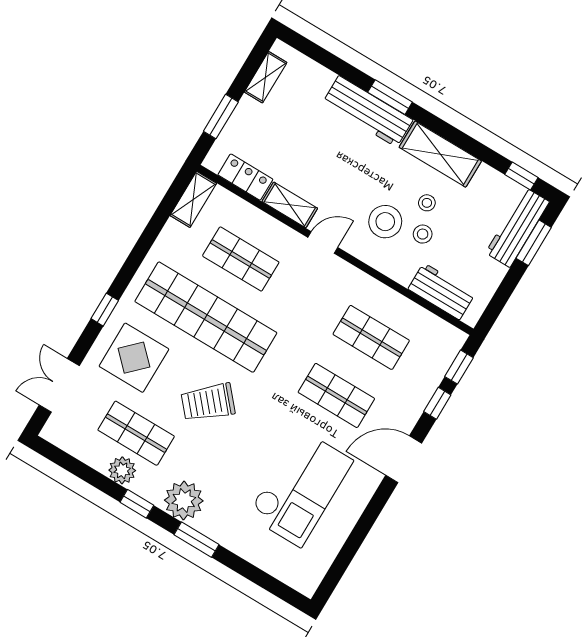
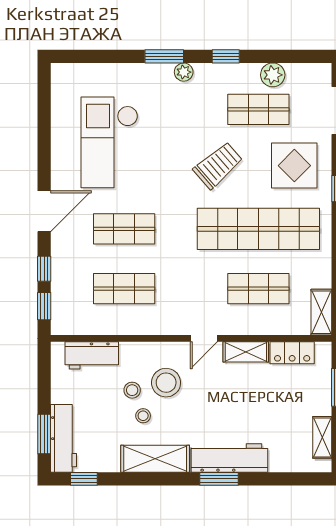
plant: (122, 470) -> (273, 75), moved
plant: (184, 500) -> (184, 72), width x0.53, depth x0.53

